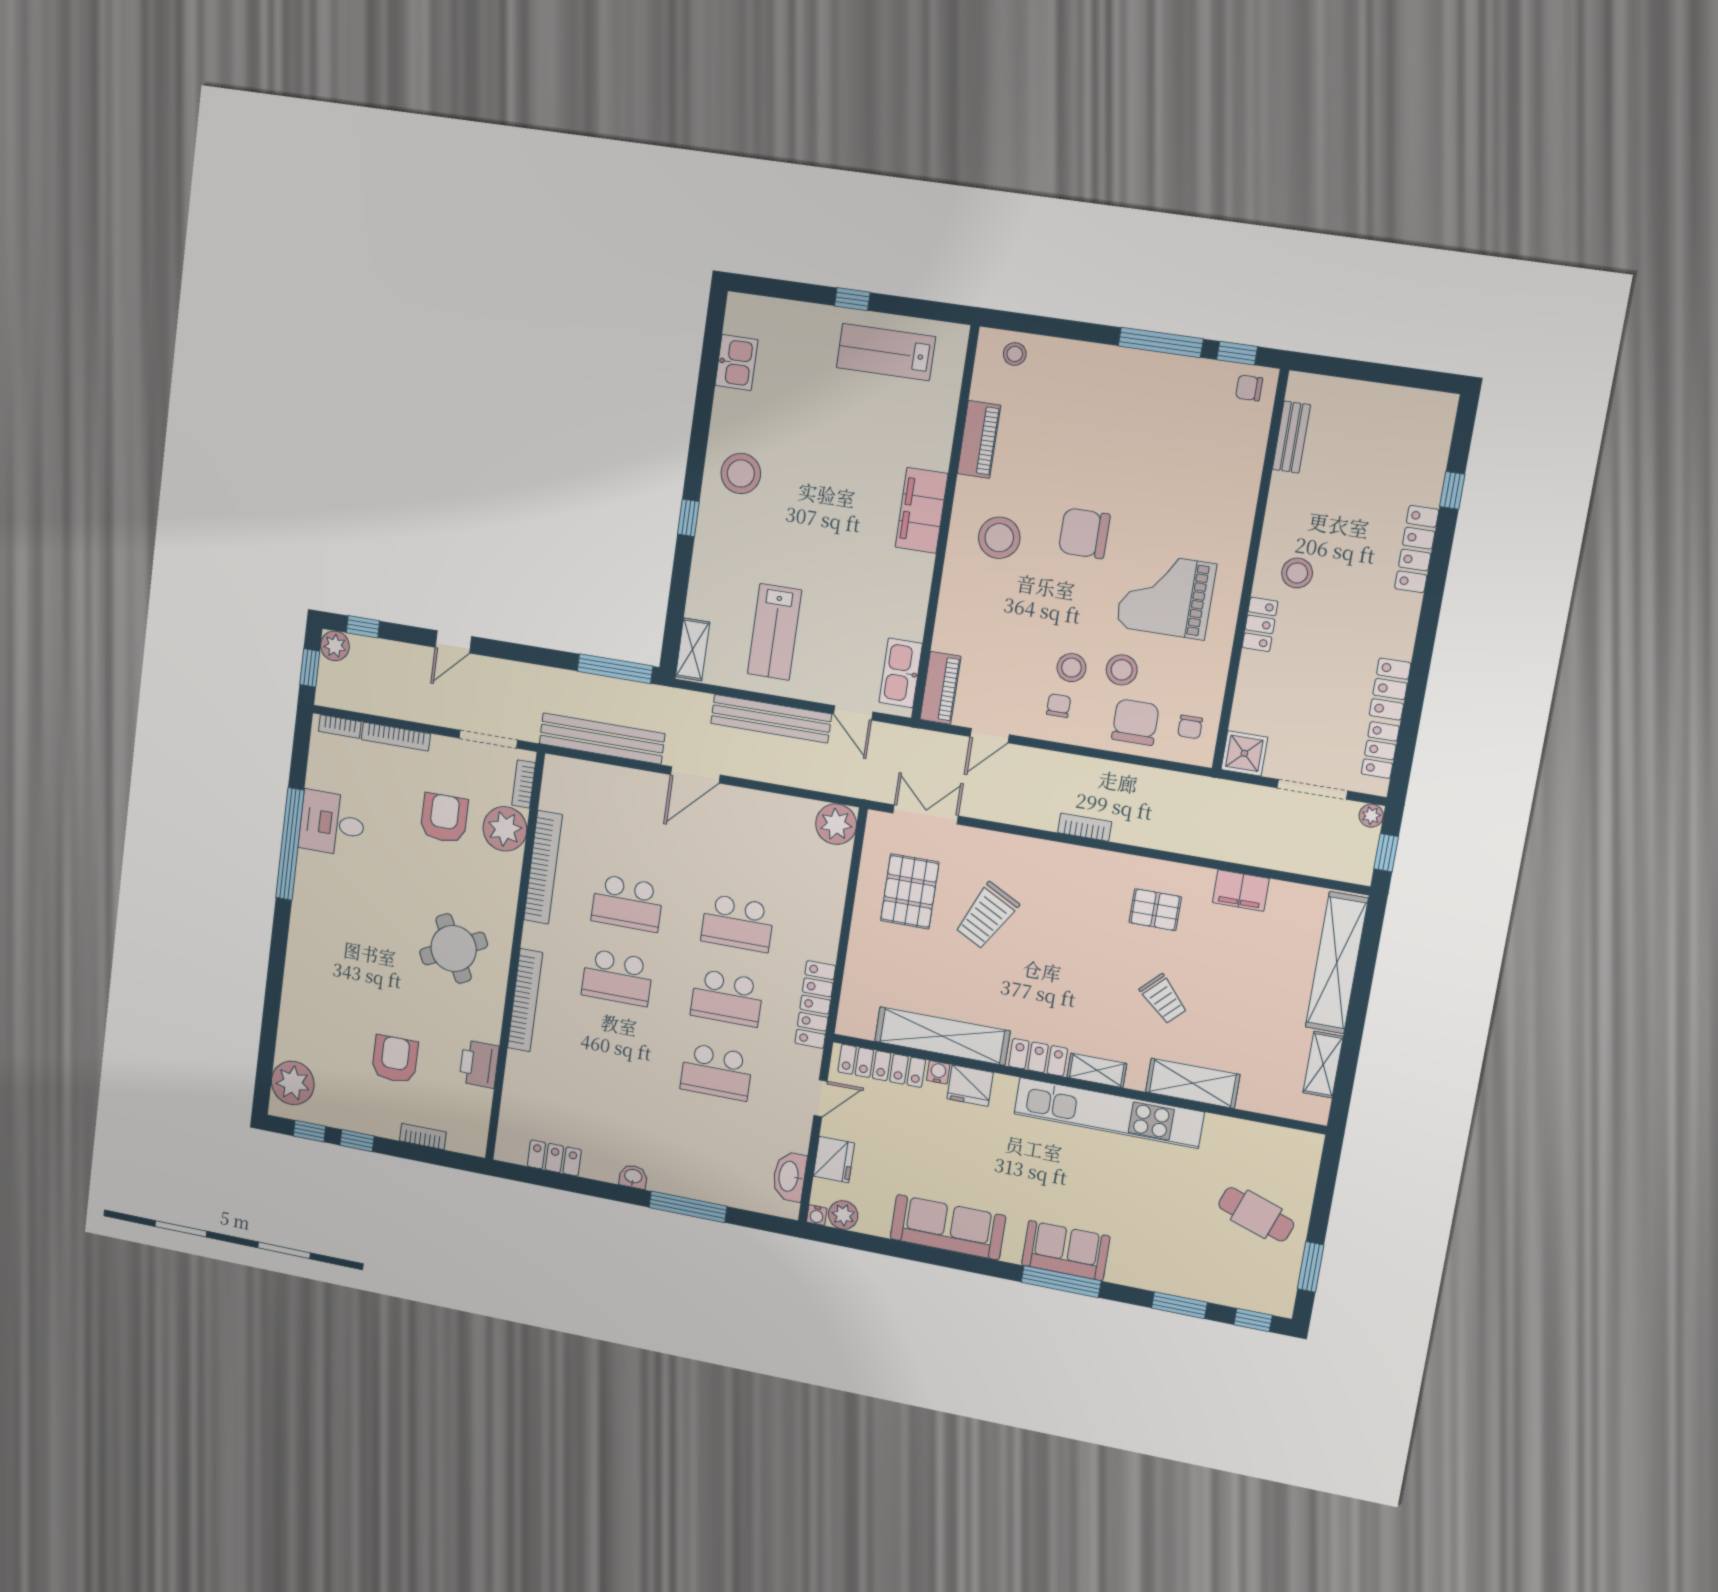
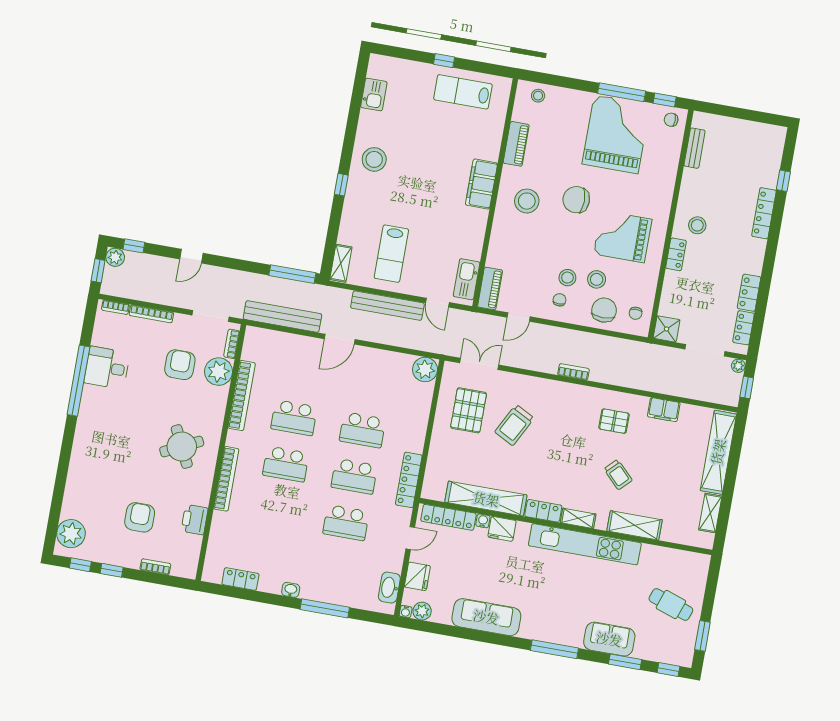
grand piano: (1152, 417) -> (616, 134), added
sofa: (1066, 1251) -> (609, 639), moved

